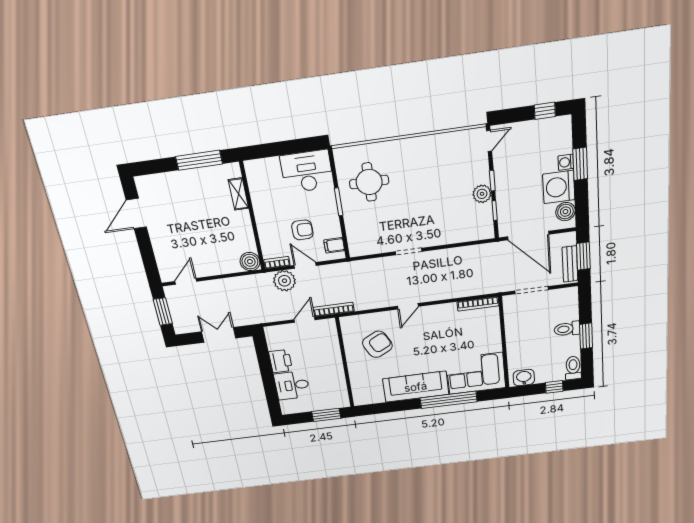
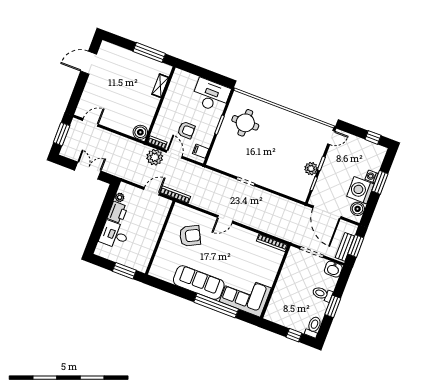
plant: (273, 344) -> (120, 197), added
washbasin: (524, 378) -> (333, 269), moved, turned 180

